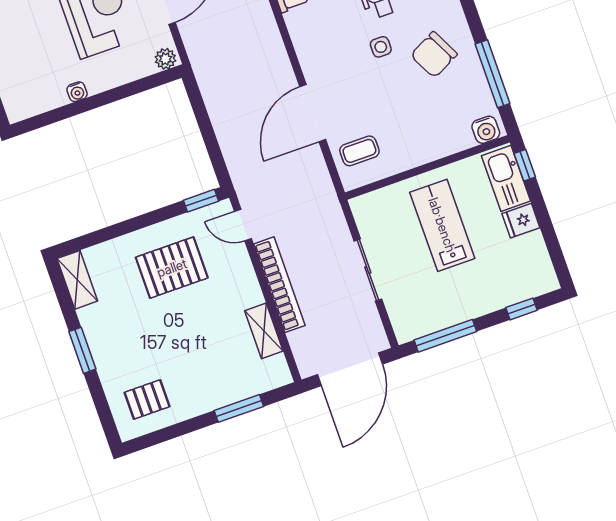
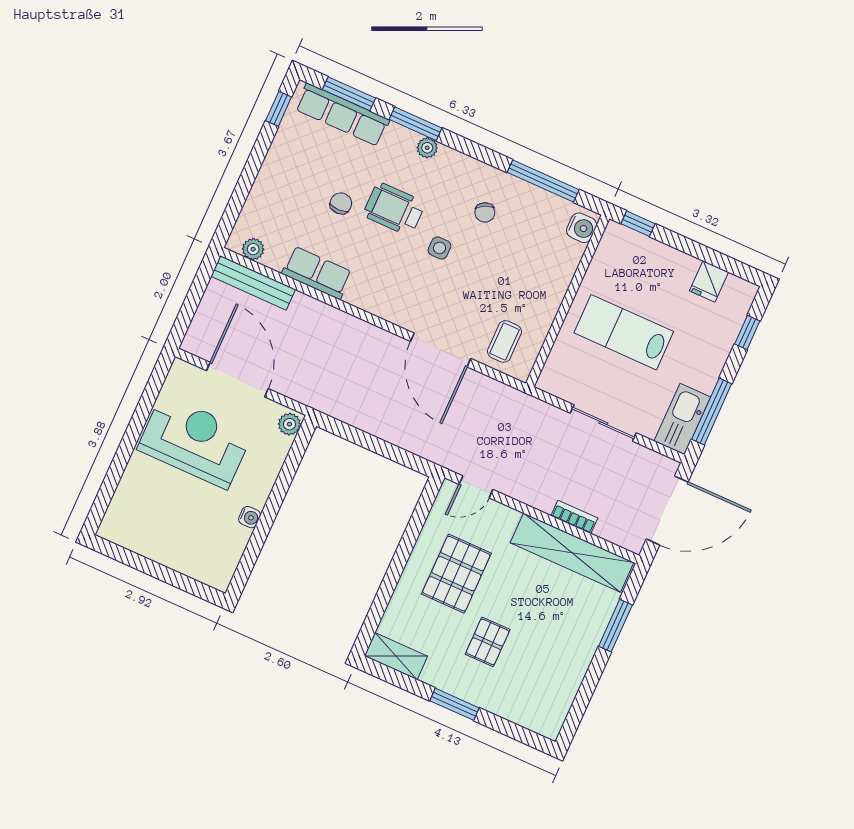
chair: (434, 55) -> (485, 212), width x0.54, depth x0.54
kitchen sink: (506, 178) -> (682, 419), moved, turned 90
window: (201, 201) -> (426, 501), removed
fridge: (521, 221) -> (709, 281), moved
bookcase: (279, 285) -> (574, 517), width x0.43, depth x0.76
shelving: (264, 331) -> (572, 553), width x2.20, depth x1.33
door: (350, 369) -> (667, 511), hinge flipped
pallet: (147, 399) -> (488, 642), moved

